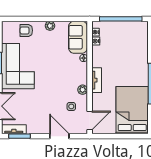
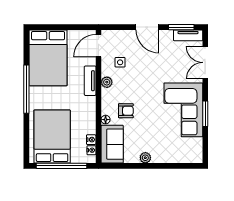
armchair: (26, 30) -> (126, 111), moved
bed: (129, 44) -> (52, 137), added
tv unit: (97, 80) -> (90, 81), moved
door: (59, 136) -> (147, 27), moved

